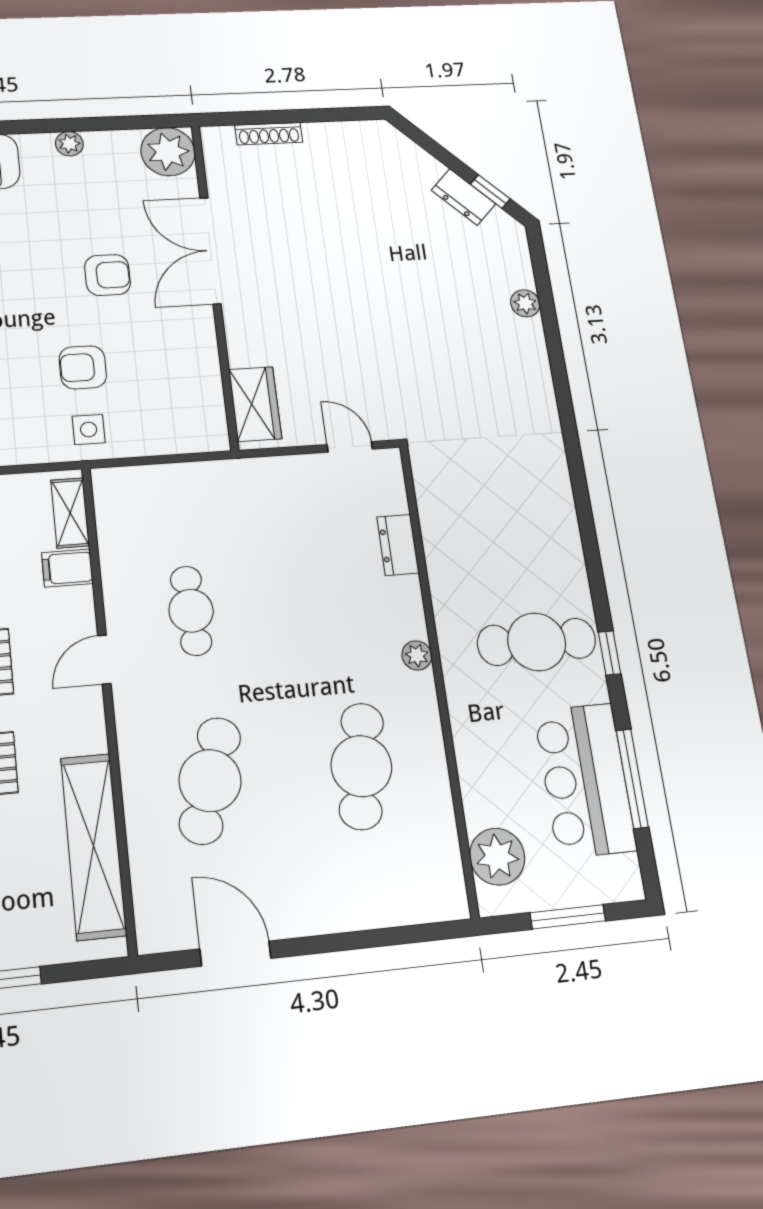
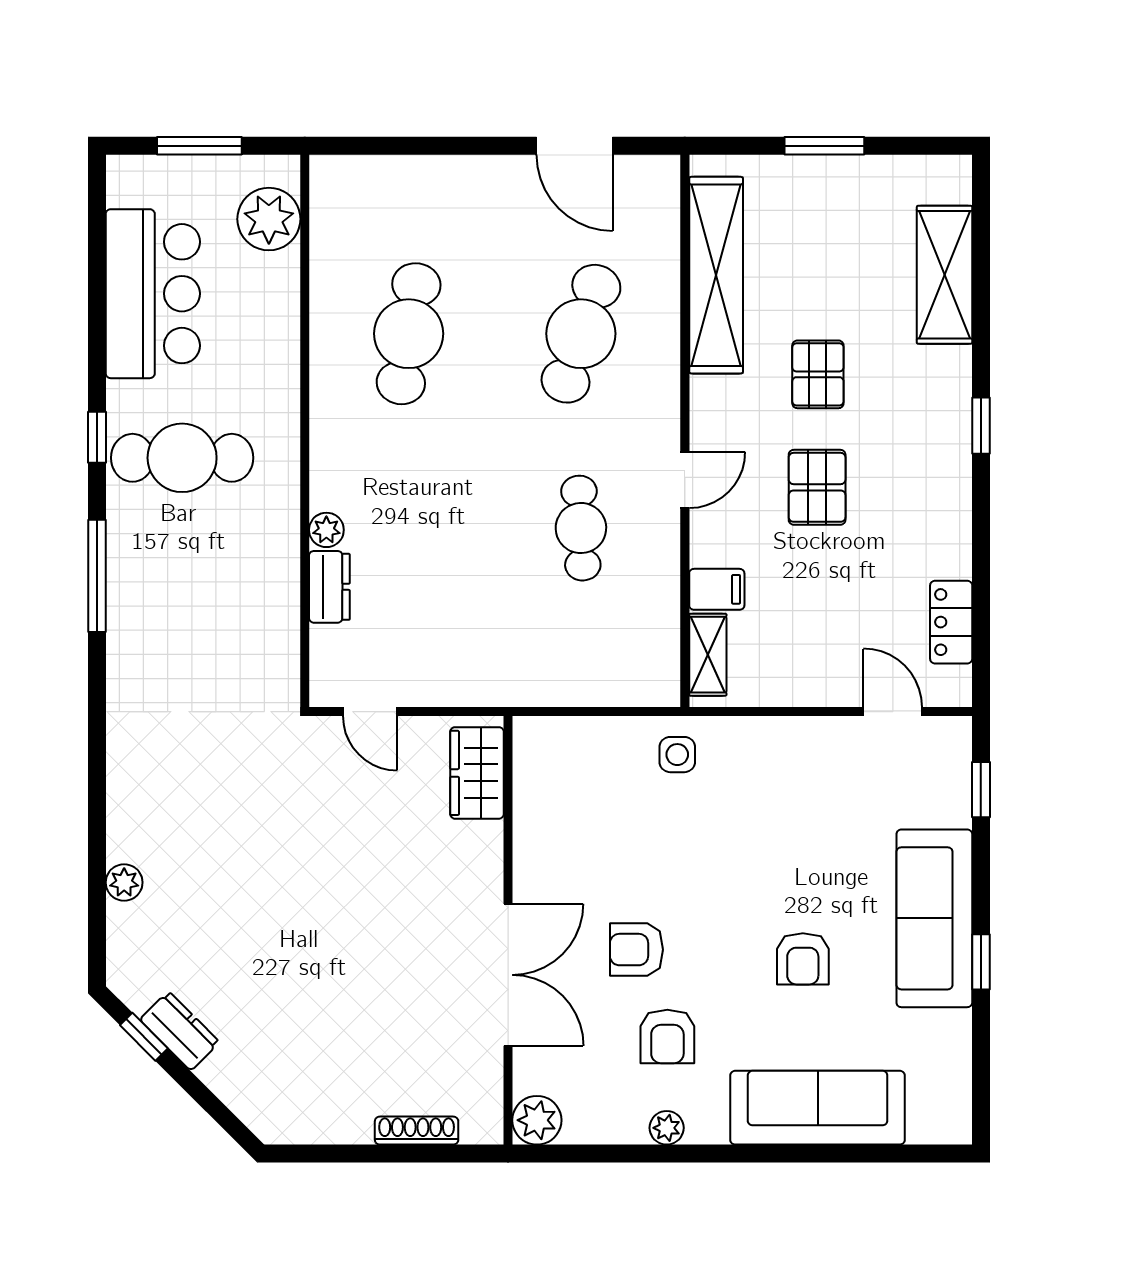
plant: (168, 152) -> (537, 1120), width x0.73, depth x0.73
armchair: (83, 367) -> (667, 1037), moved, turned 90
plant: (417, 655) -> (326, 530), moved
window: (632, 779) -> (97, 576), moved

